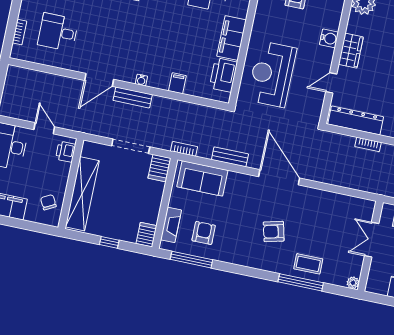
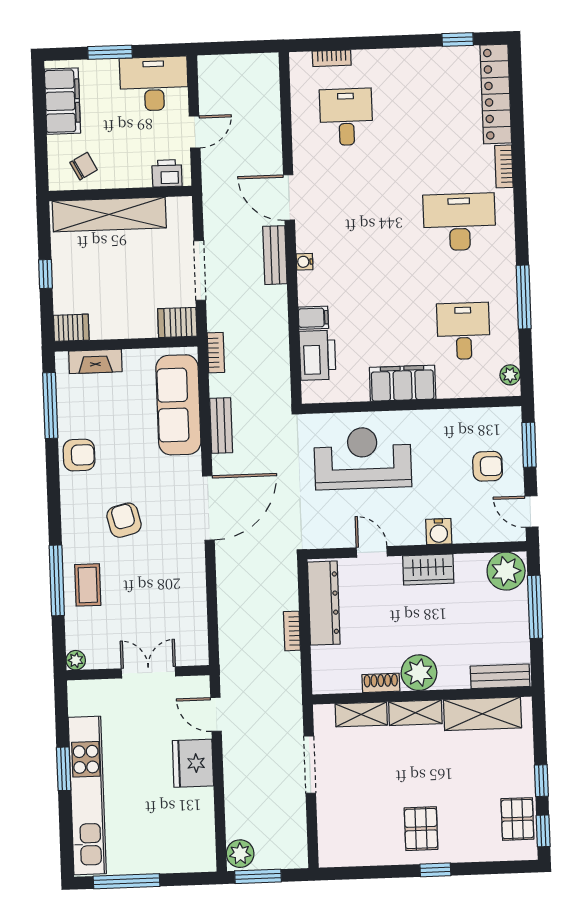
printer: (223, 75) -> (317, 355), moved, turned 90
sofa: (202, 178) -> (178, 405), width x1.36
armchair: (204, 233) -> (79, 455), moved

